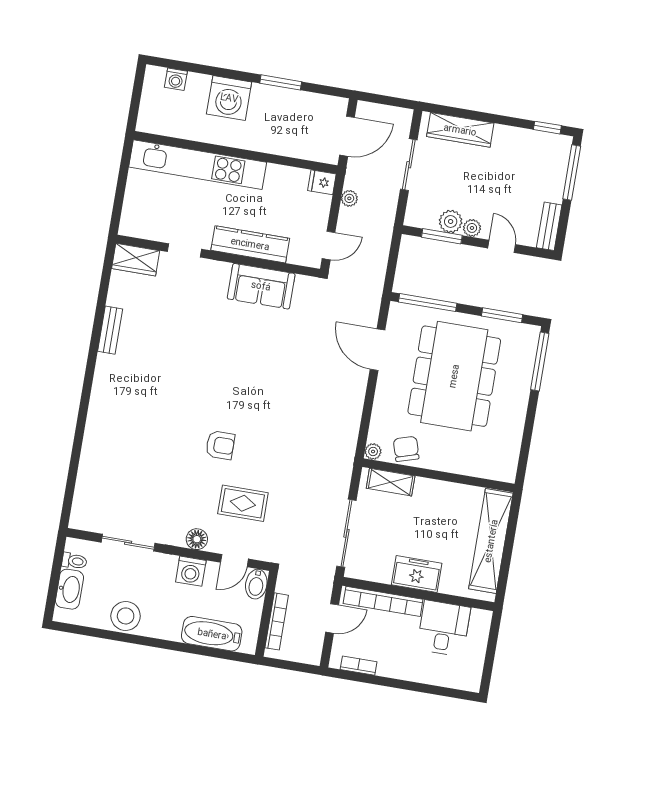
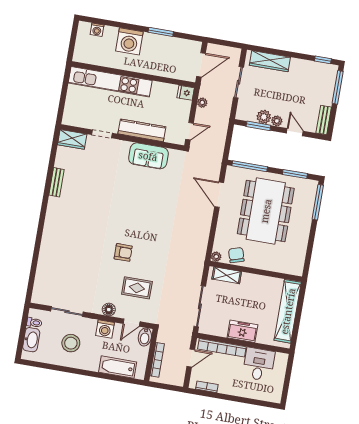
stool: (126, 616) -> (71, 343), moved

